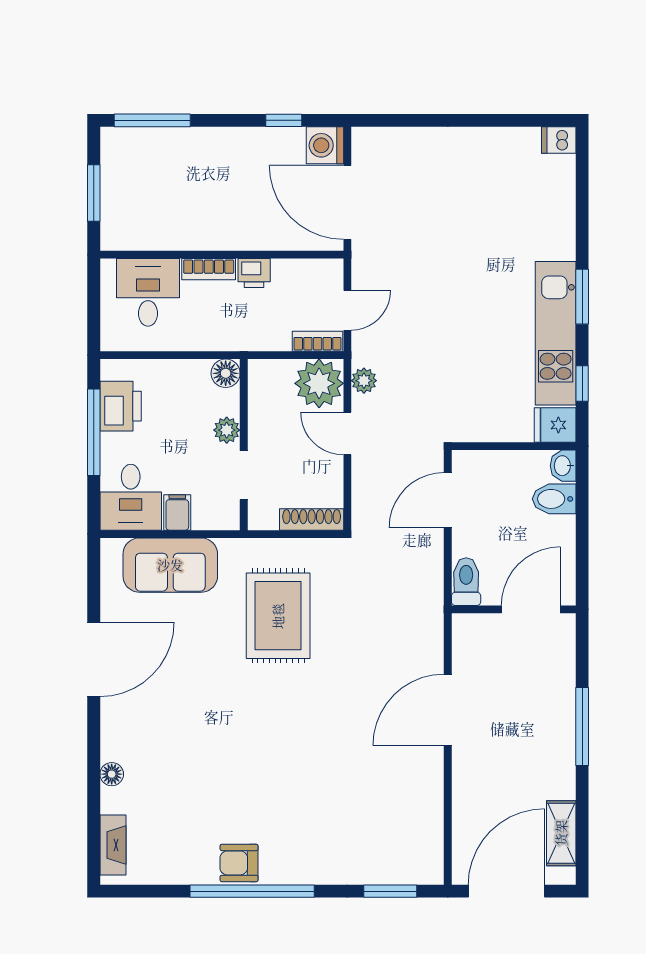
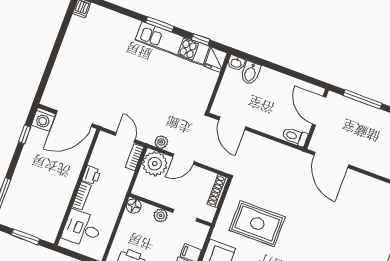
toilet: (466, 582) -> (295, 137), moved
wall: (514, 609) -> (316, 119), moved
door: (531, 609) -> (319, 111), moved

